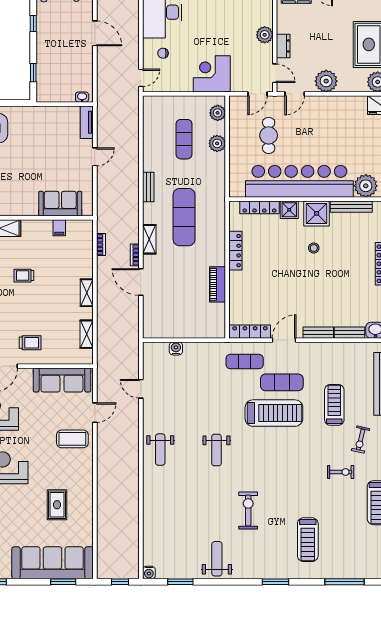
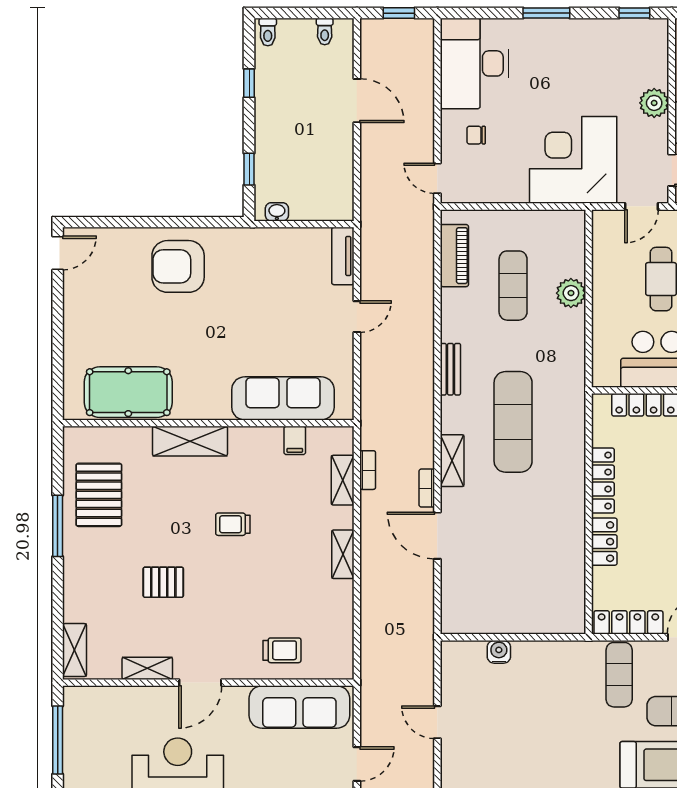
corner desk: (212, 74) -> (573, 160), width x1.36, depth x1.36
door: (141, 78) -> (437, 178), swing flipped
washbasin: (82, 97) -> (277, 212), moved
plant: (218, 113) -> (572, 240), removed
sofa: (60, 204) -> (283, 398), width x1.36
piano: (218, 284) -> (454, 256), moved, turned 180
locker: (236, 285) -> (604, 542), added
shelving: (87, 334) -> (343, 480), moved
trolley: (30, 343) -> (282, 650), moved
exercise mat: (245, 362) -> (619, 675), turned 90

